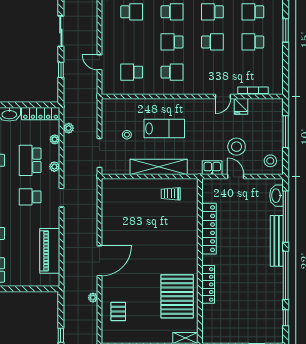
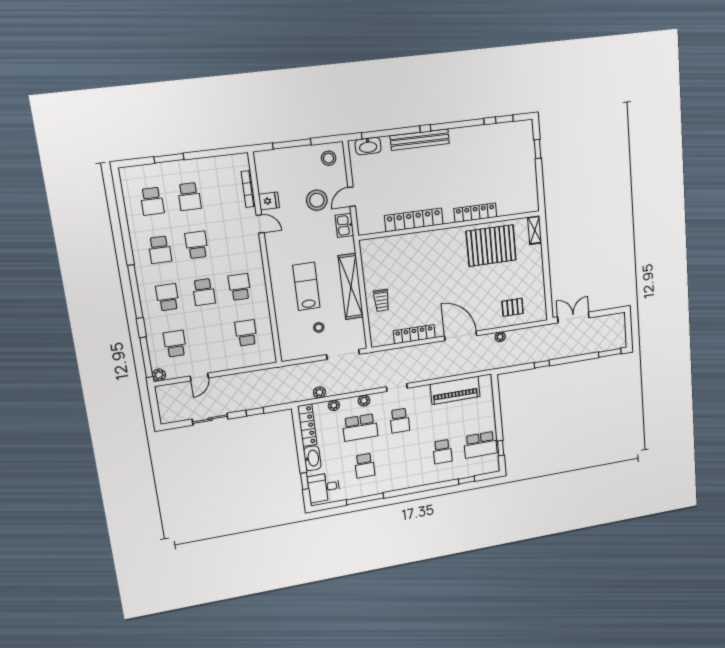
door: (100, 62) -> (199, 377), moved
school desk: (132, 72) -> (246, 333), turned 180
trolley: (171, 194) -> (381, 300), moved
locker: (108, 219) -> (414, 334), added

